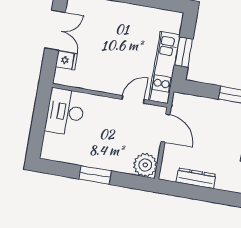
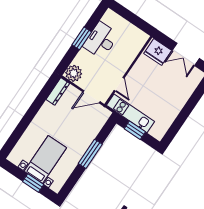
fridge: (66, 60) -> (158, 52), width x1.88, depth x1.34
desk: (65, 112) -> (101, 40), moved, turned -90
dresser: (196, 178) -> (58, 91), moved

